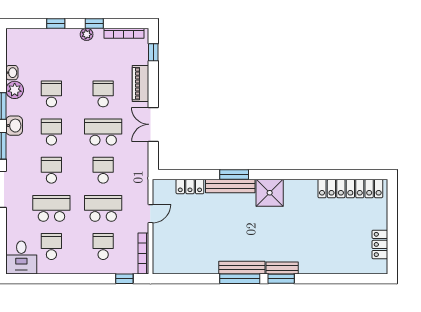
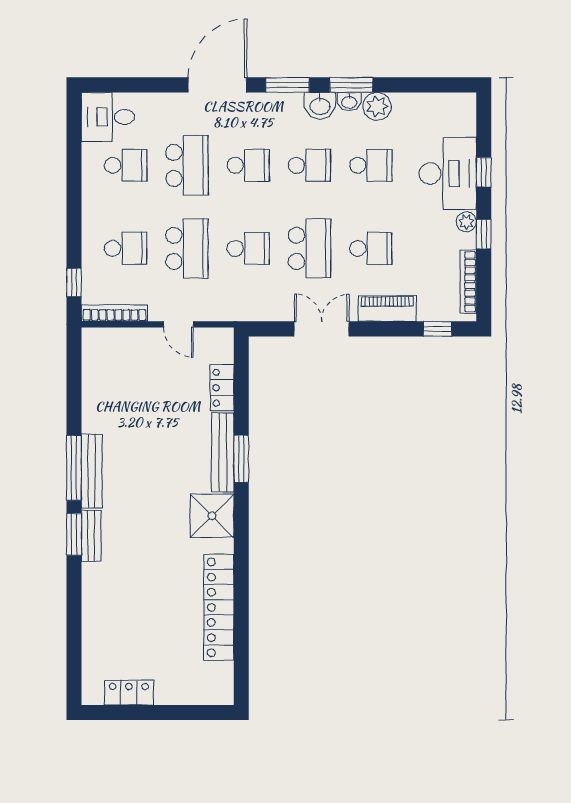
desk: (56, 46) -> (448, 173), added
washbasin: (12, 73) -> (349, 102), moved
locker: (350, 188) -> (219, 607), moved

